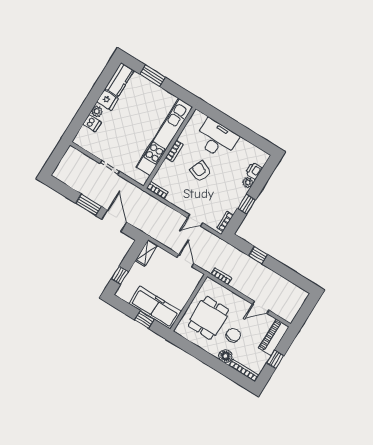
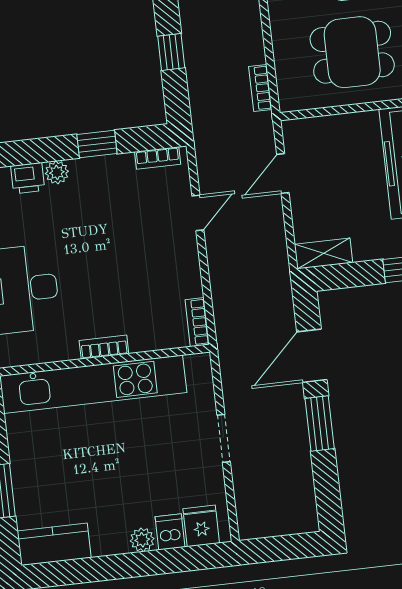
fridge: (108, 100) -> (201, 526), moved
armchair: (200, 171) -> (103, 273), removed
door: (195, 220) -> (198, 213), hinge flipped

